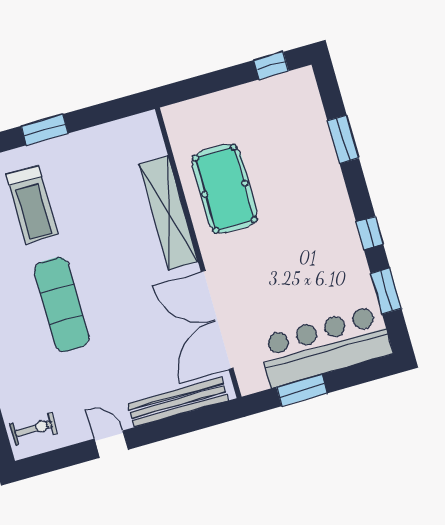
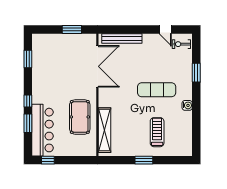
shelving: (169, 213) -> (104, 130), moved
window: (370, 233) -> (28, 101), moved
exercise mat: (62, 304) -> (157, 90), turned 90
bar counter: (325, 346) -> (43, 130), moved, turned -90
door: (111, 444) -> (165, 29), moved

